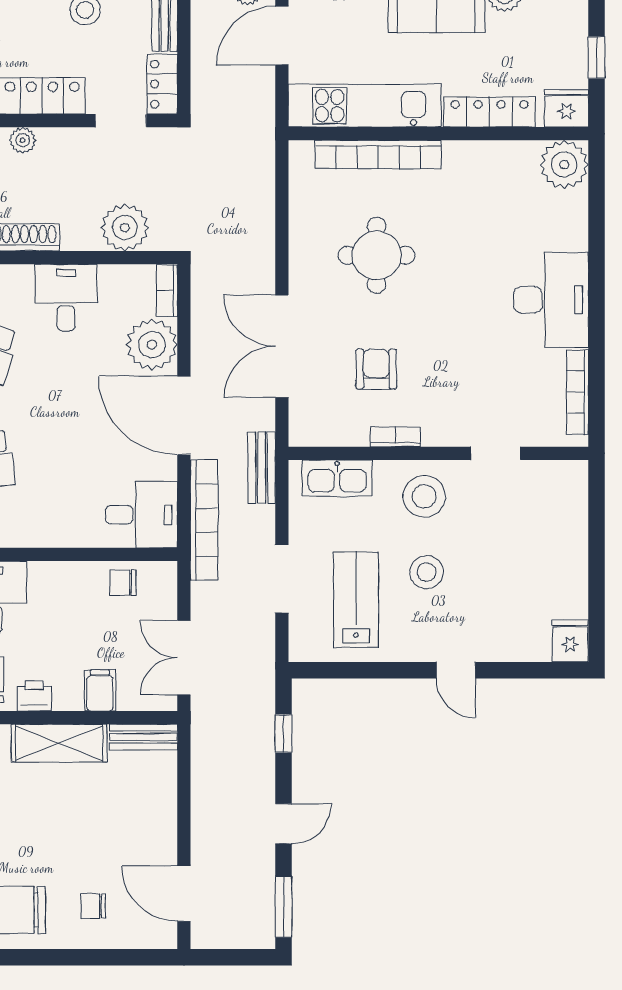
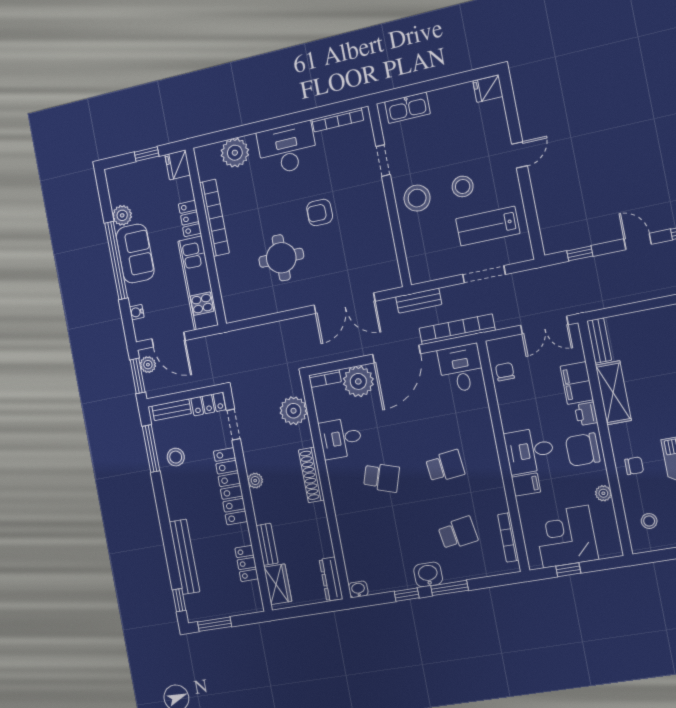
locker: (489, 112) -> (190, 219), width x0.66
bookcase: (378, 155) -> (214, 218), moved
plant: (564, 165) -> (235, 153), moved
armchair: (376, 369) -> (320, 212), moved
bookcase: (395, 437) -> (385, 223), removed
kitchen sink: (337, 478) -> (407, 108), moved, turned 90
chair: (123, 583) -> (505, 372), turned 180
filing cabinet: (100, 690) -> (577, 383), width x2.00

